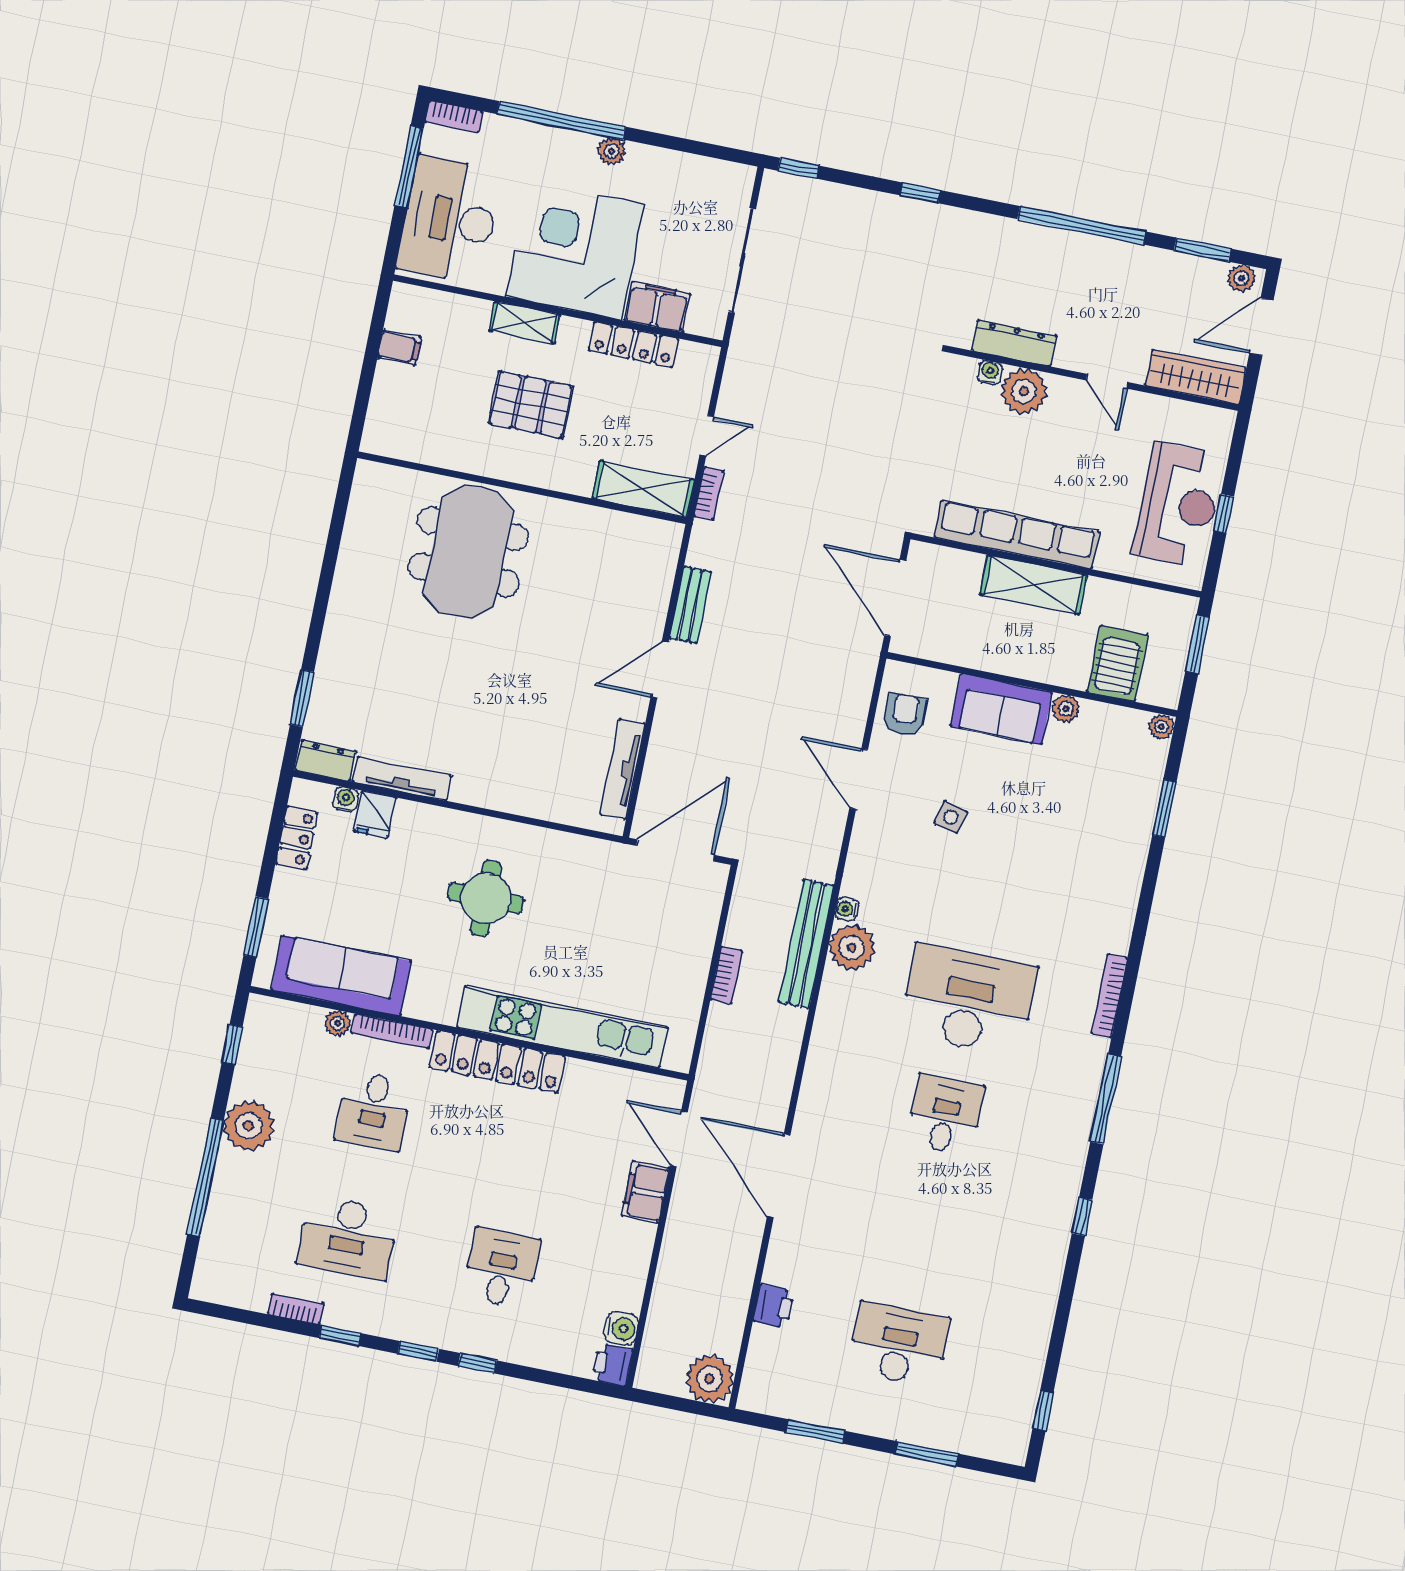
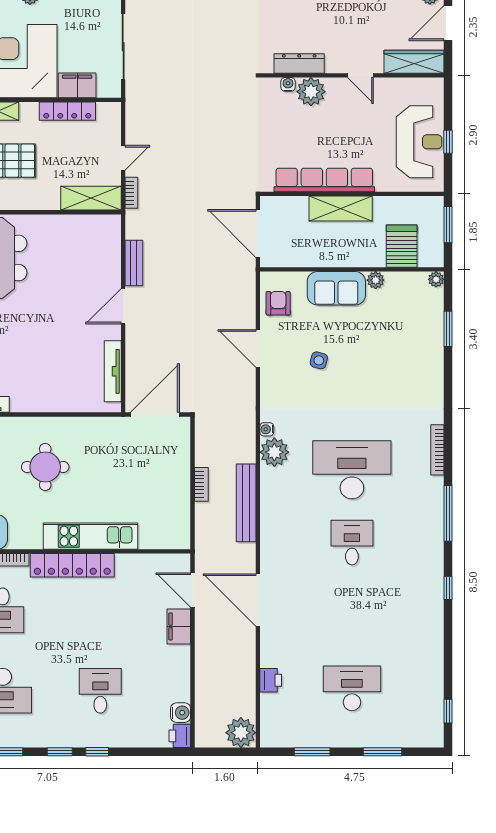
bench: (806, 944) -> (246, 503), moved
kitchen unit: (562, 1027) -> (90, 536), width x0.73

